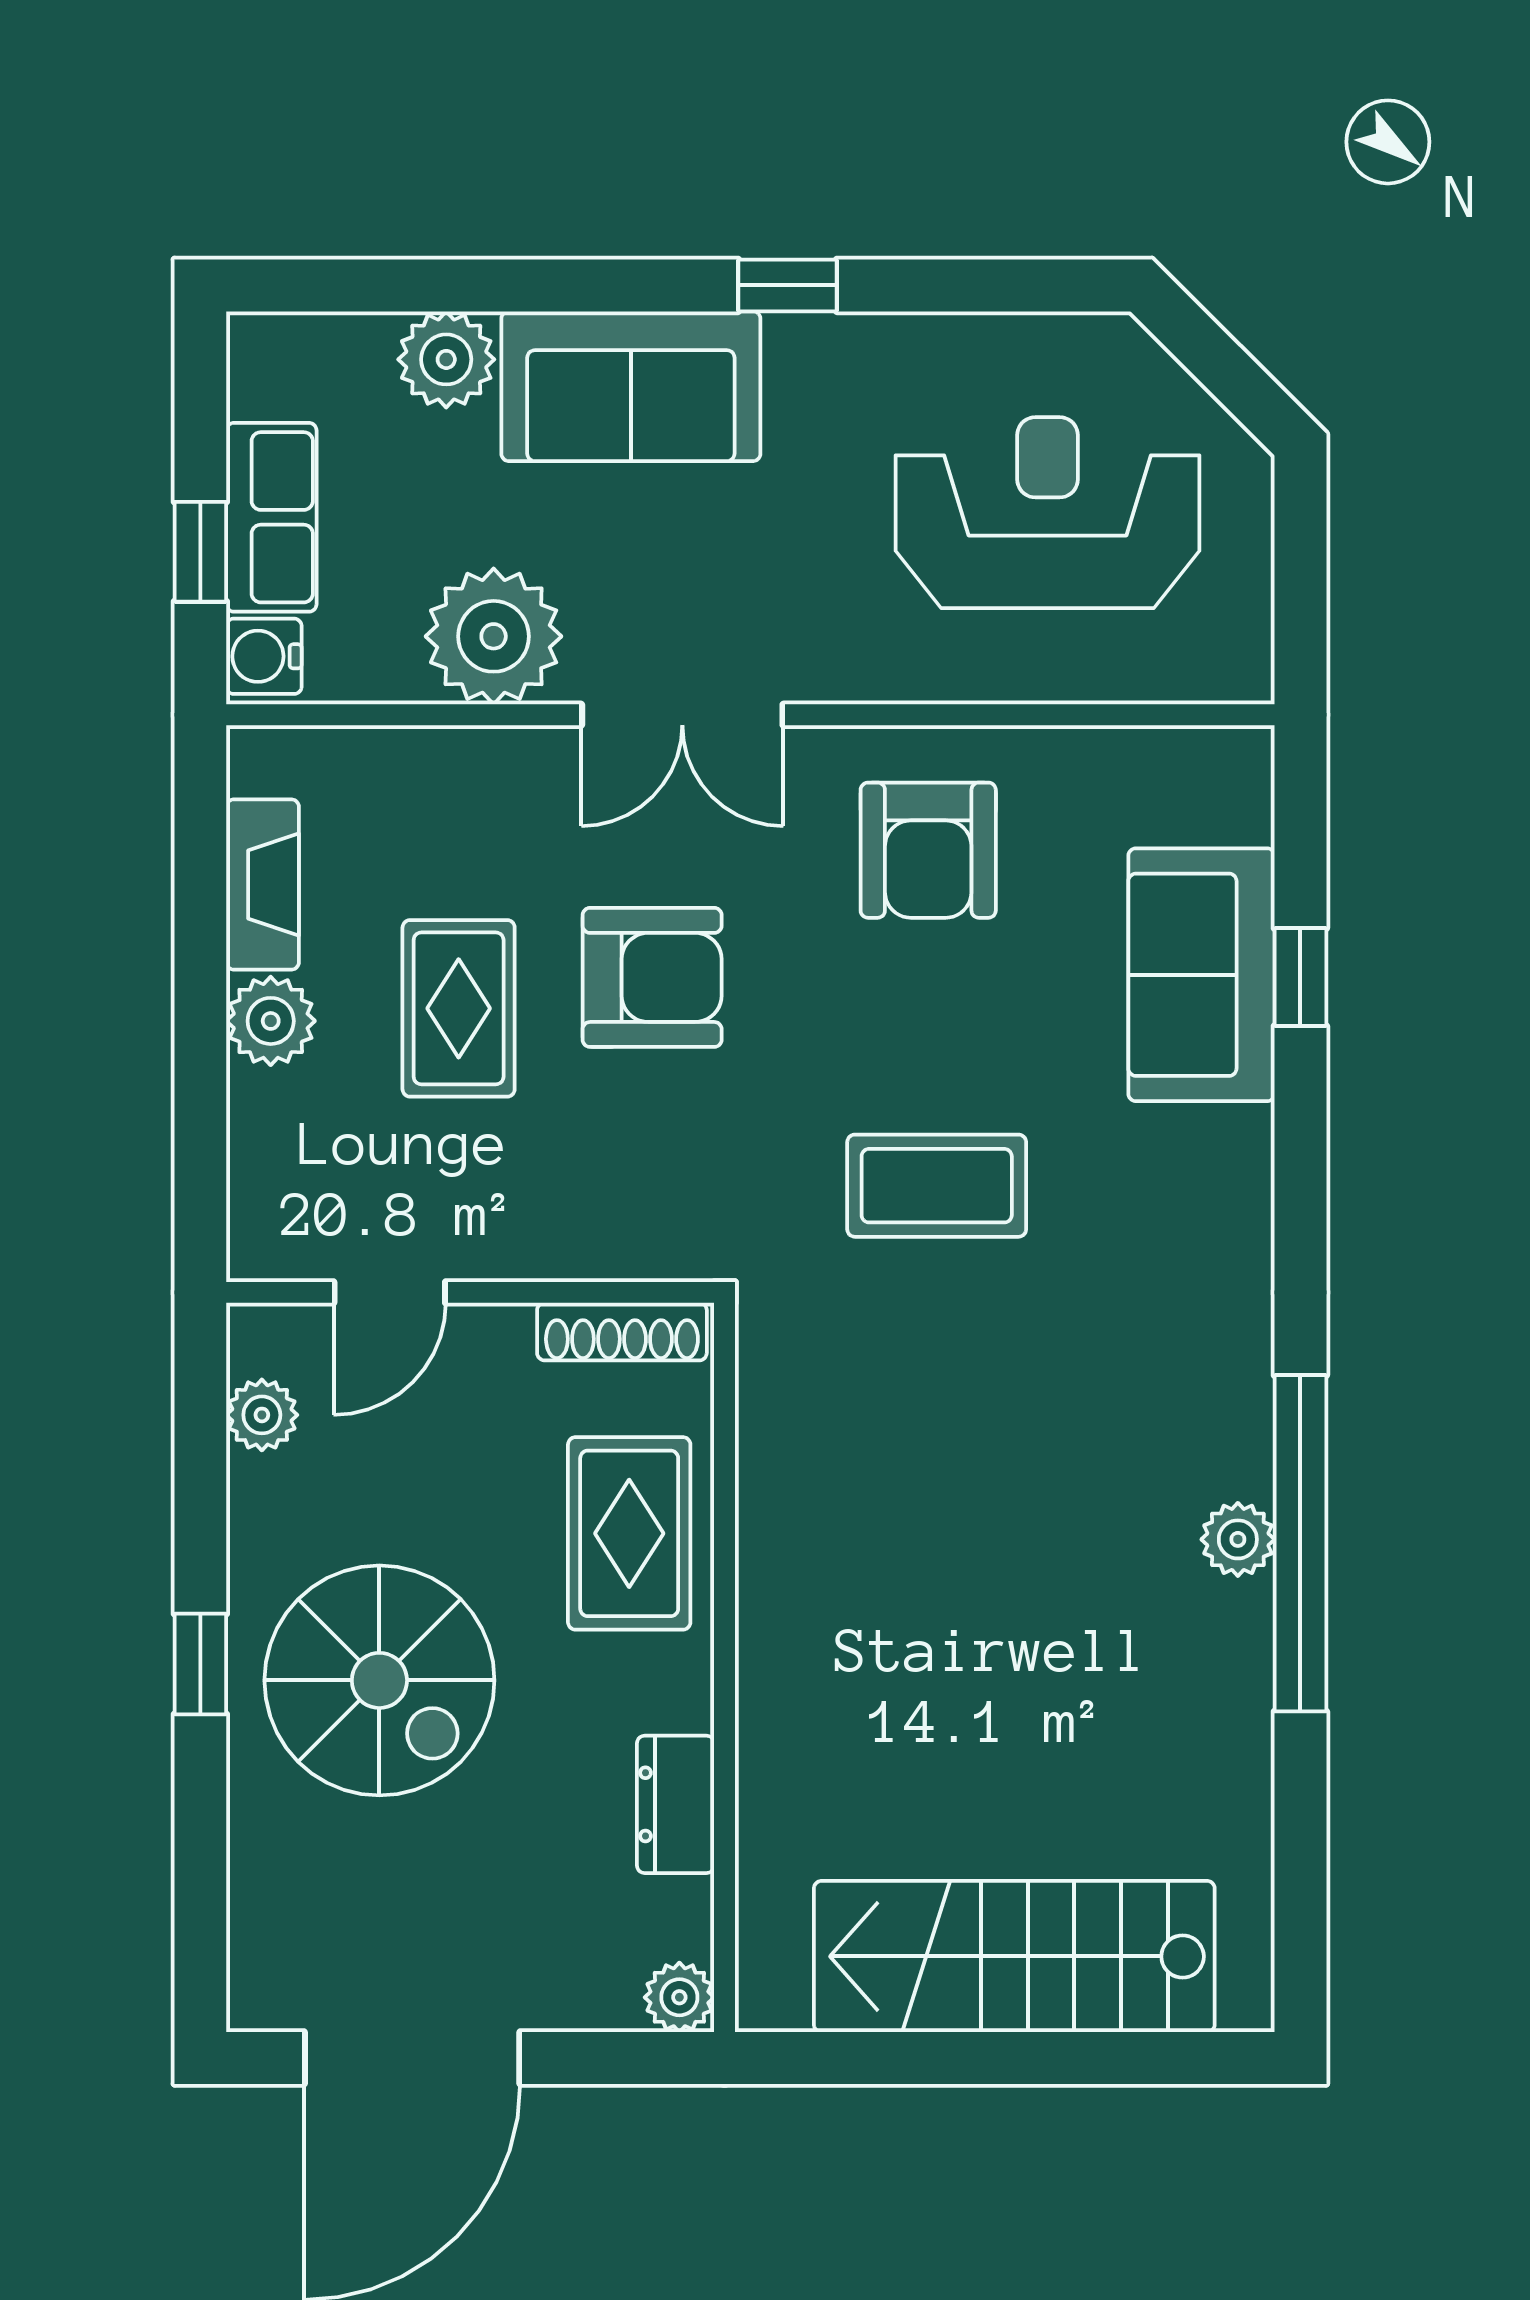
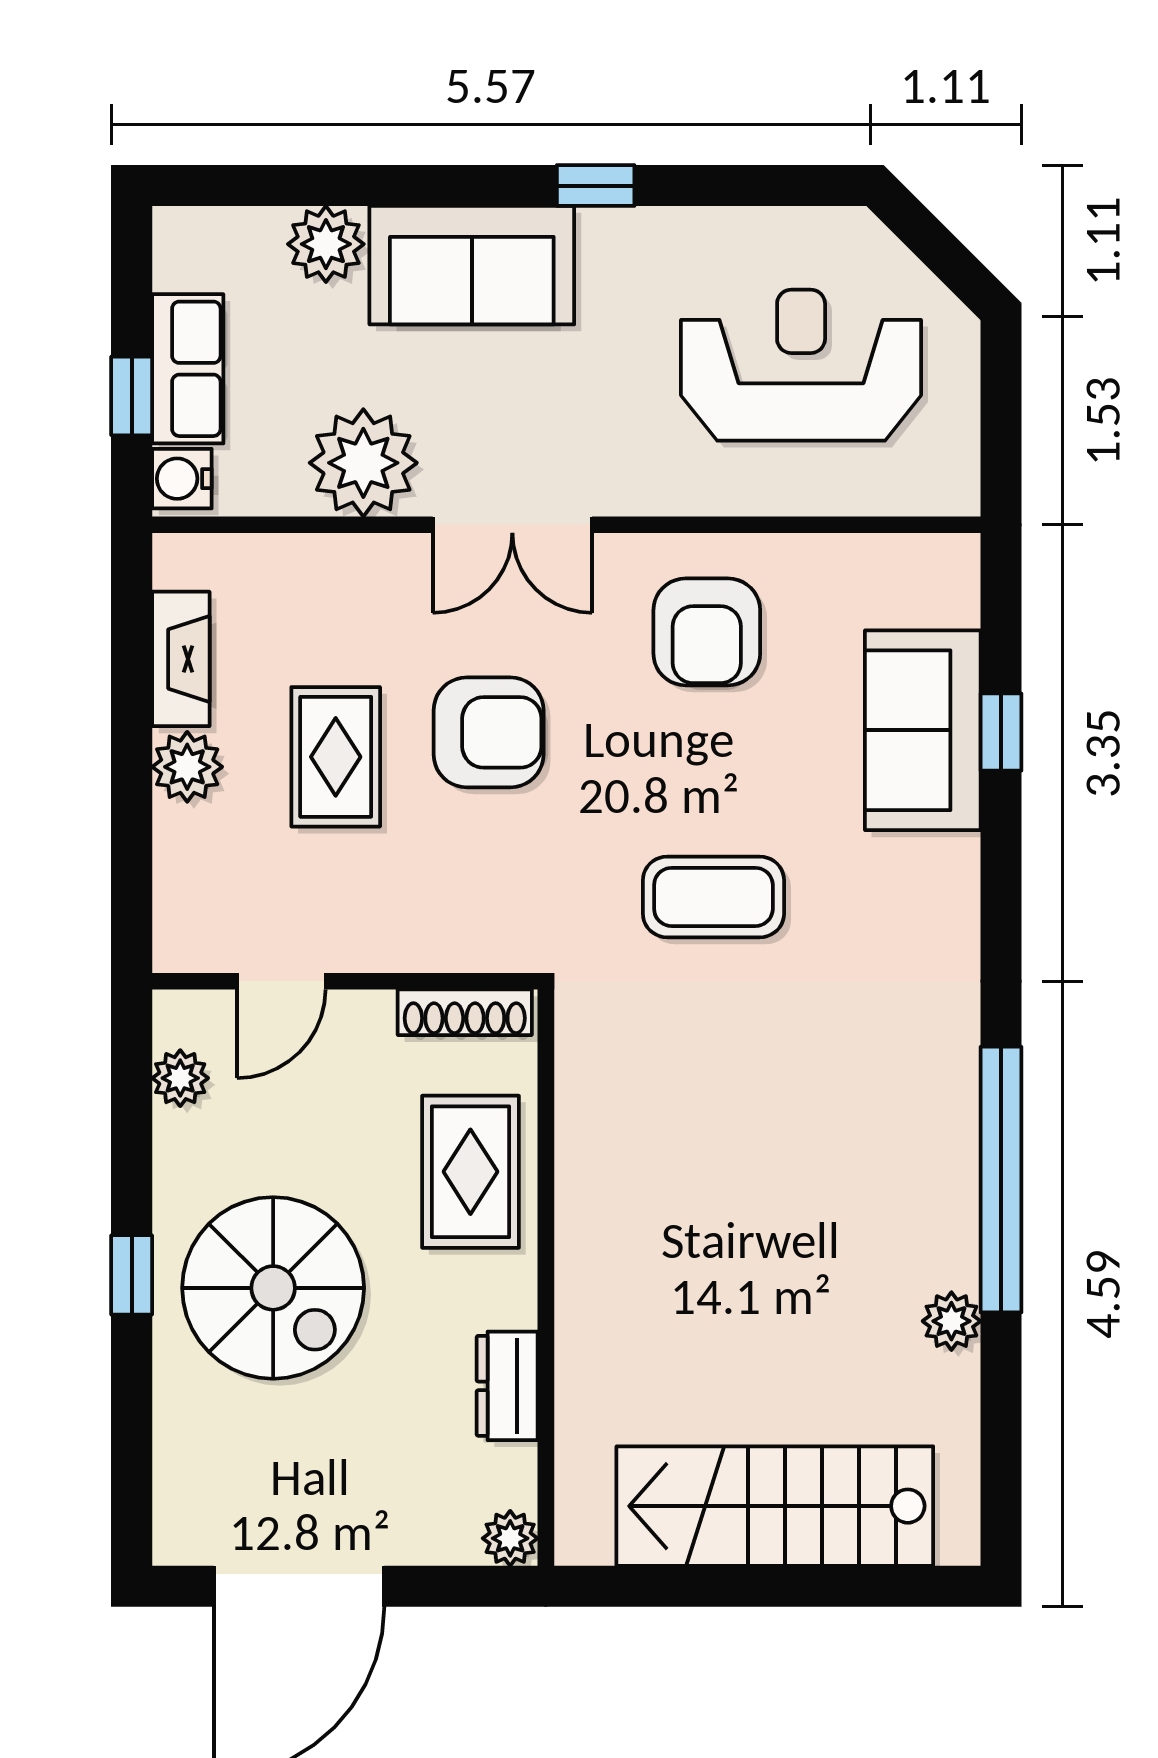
plant: (1238, 1539) -> (951, 1321), moved

